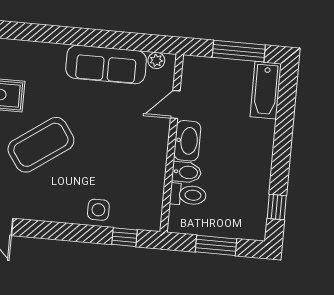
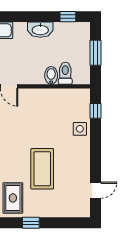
washbasin: (187, 141) -> (40, 30), moved, turned 180
coffee table: (41, 145) -> (42, 169), turned 35

